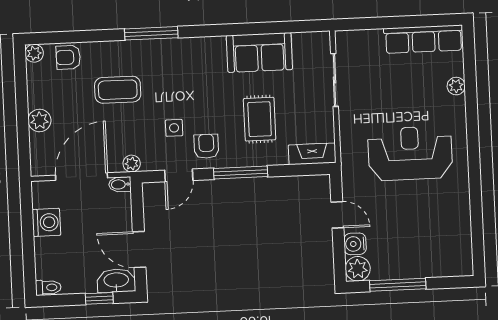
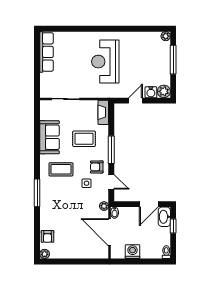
plant: (456, 86) -> (166, 36), moved
coffee table: (118, 90) -> (61, 169), moved, turned 90
plant: (39, 120) -> (80, 253), removed
window: (398, 285) -> (173, 60), moved

